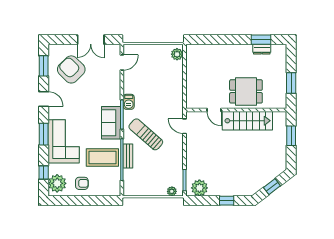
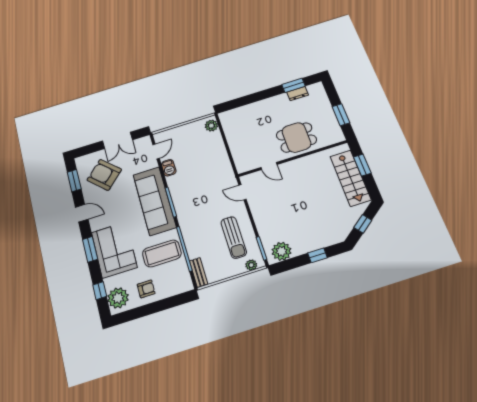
barbecue: (129, 102) -> (169, 168), moved
stairs: (247, 121) -> (350, 178), moved, turned 90
sofa: (111, 123) -> (154, 201), width x1.85, depth x1.27
sun lounger: (146, 134) -> (234, 237), moved, turned -131
bench: (128, 156) -> (199, 272), moved

